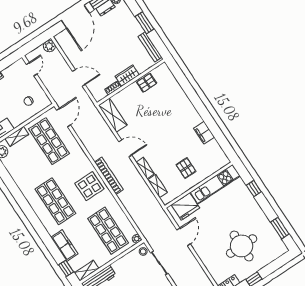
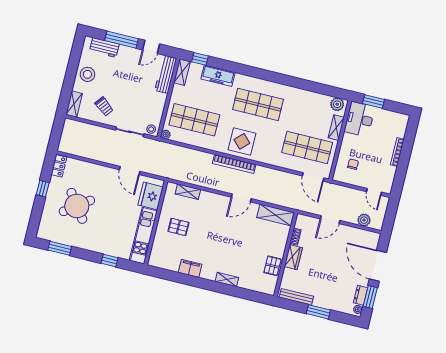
plant: (49, 46) -> (364, 220), moved
shelving: (145, 168) -> (227, 279), moved
round table: (242, 246) -> (77, 206), turned -36

